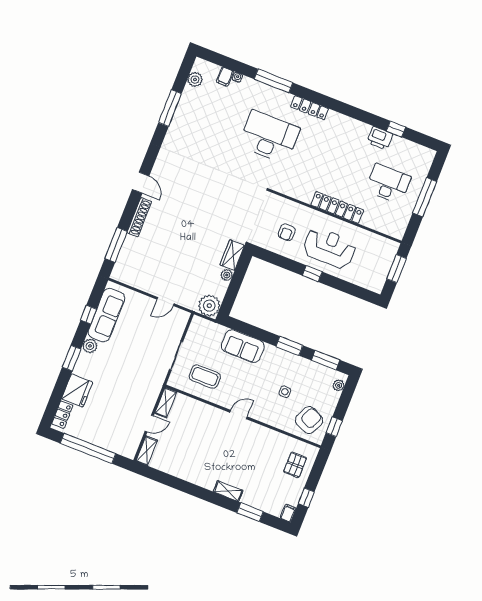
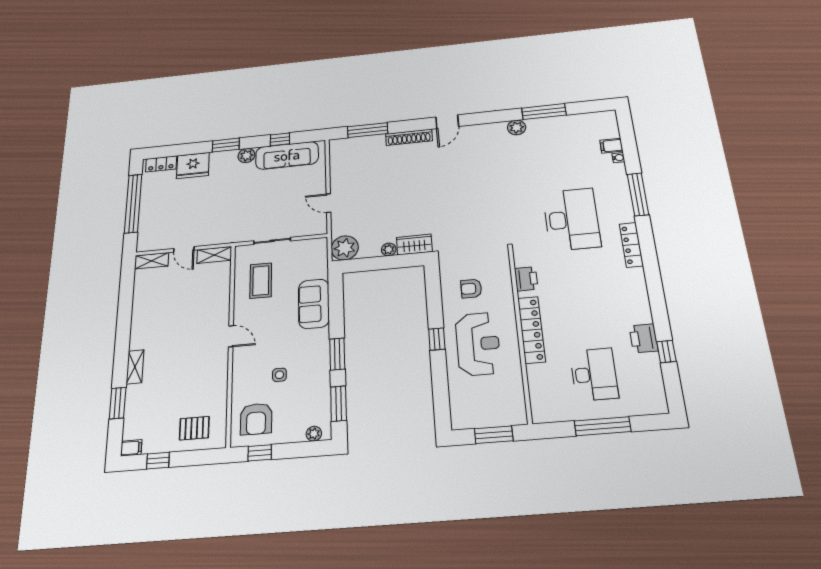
plant: (195, 79) -> (517, 127), moved
printer: (298, 192) -> (526, 279), added
armchair: (309, 420) -> (256, 419), turned 65

